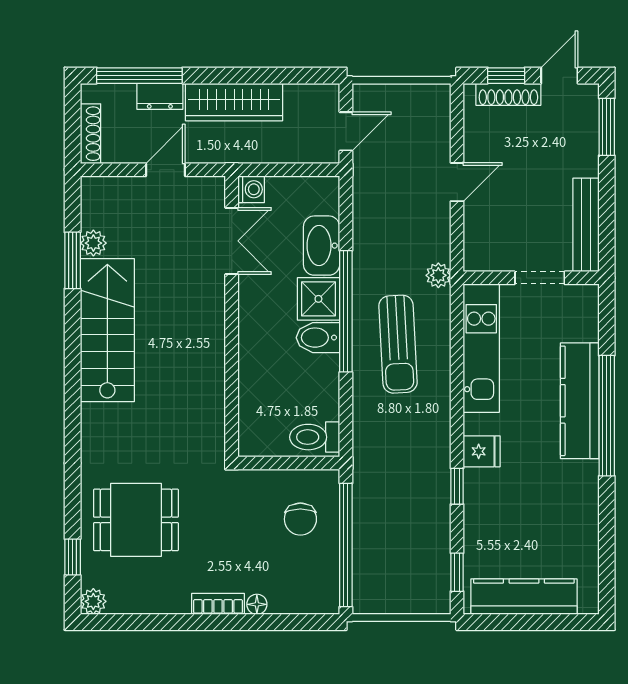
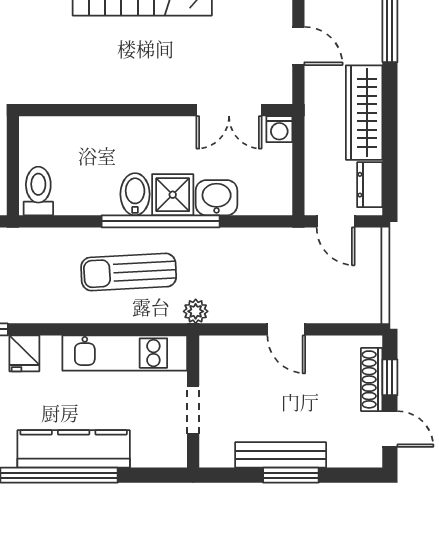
dresser: (160, 96) -> (370, 185), moved
window: (607, 127) -> (291, 475), moved
bench: (586, 225) -> (281, 455), moved
washbasin: (322, 246) -> (217, 198), width x0.72

